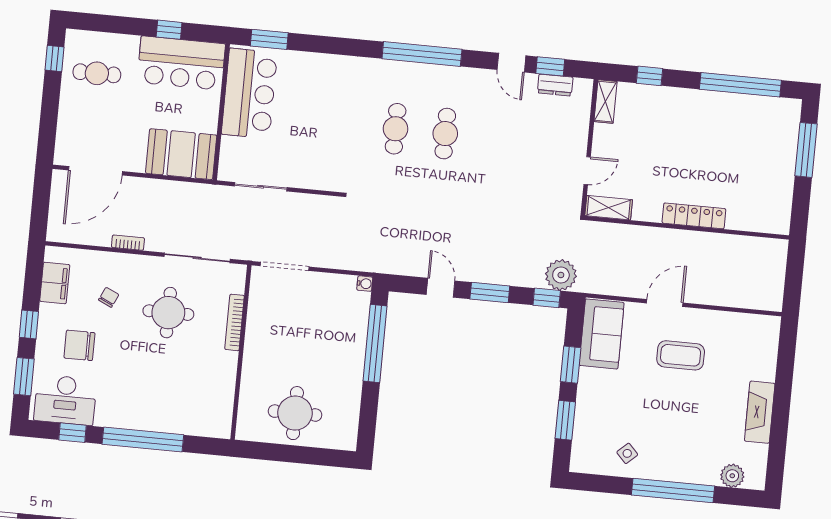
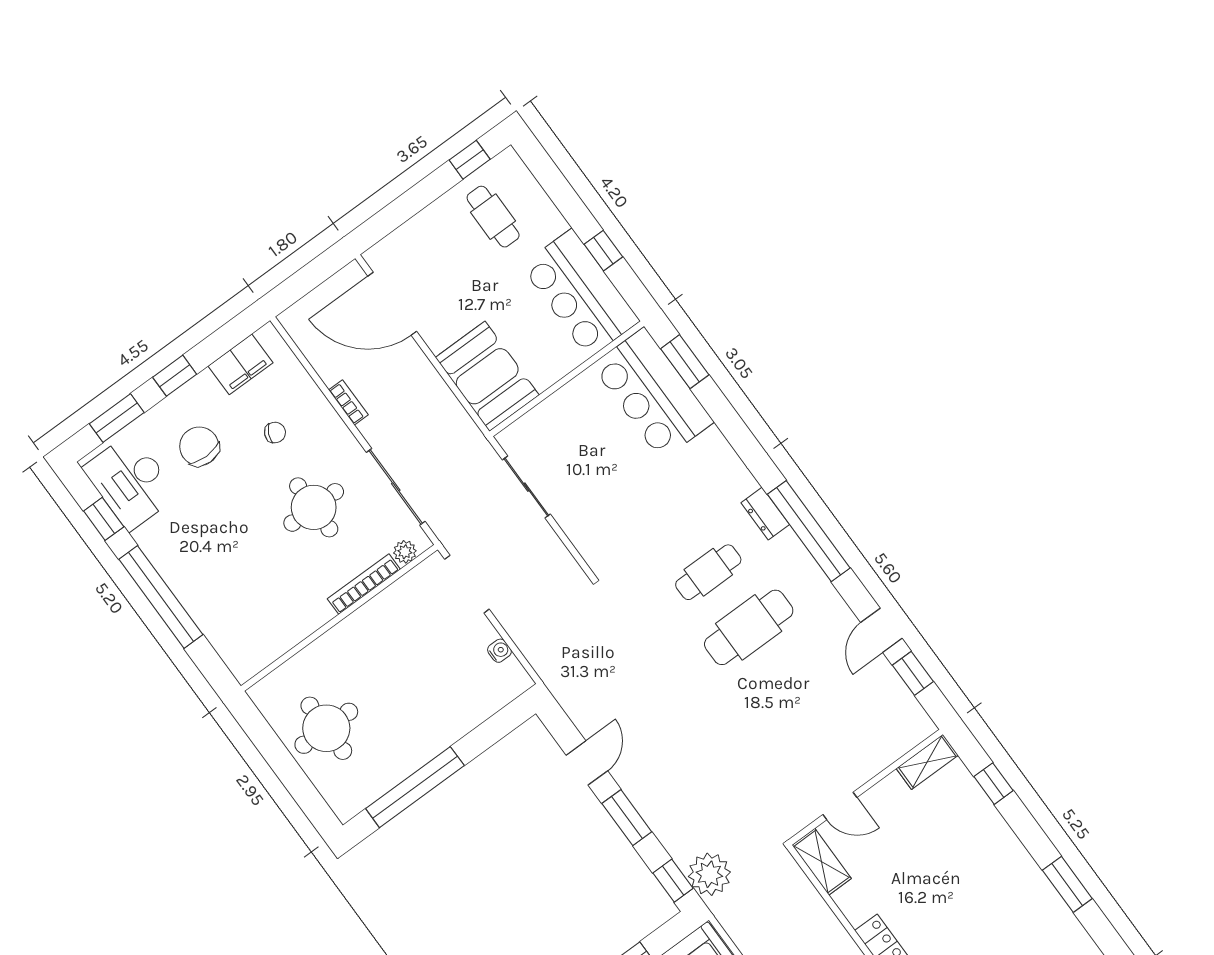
dresser: (555, 85) -> (765, 514), moved
window: (740, 85) -> (1067, 884), width x0.47
bar counter: (249, 93) -> (653, 394), moved, turned 90
cafe table: (445, 134) -> (749, 627), width x1.37, depth x1.35
plant: (237, 284) -> (405, 552), added
water cooler: (365, 284) -> (499, 651), moved, turned -90
window: (375, 344) -> (415, 787), moved

